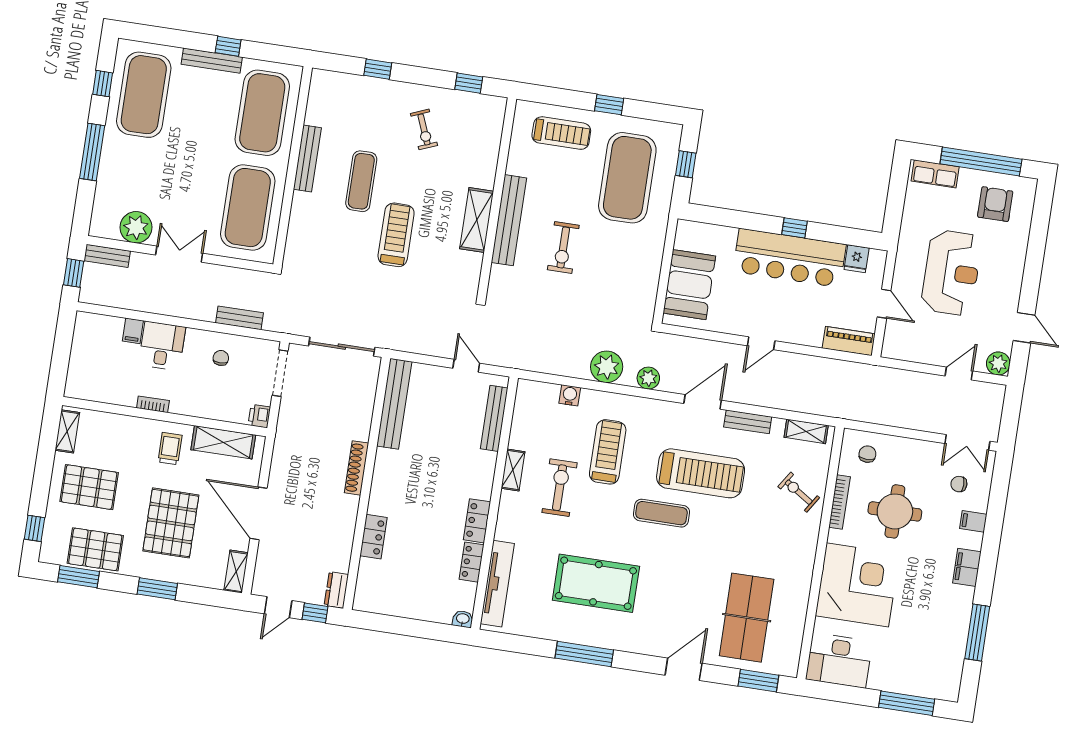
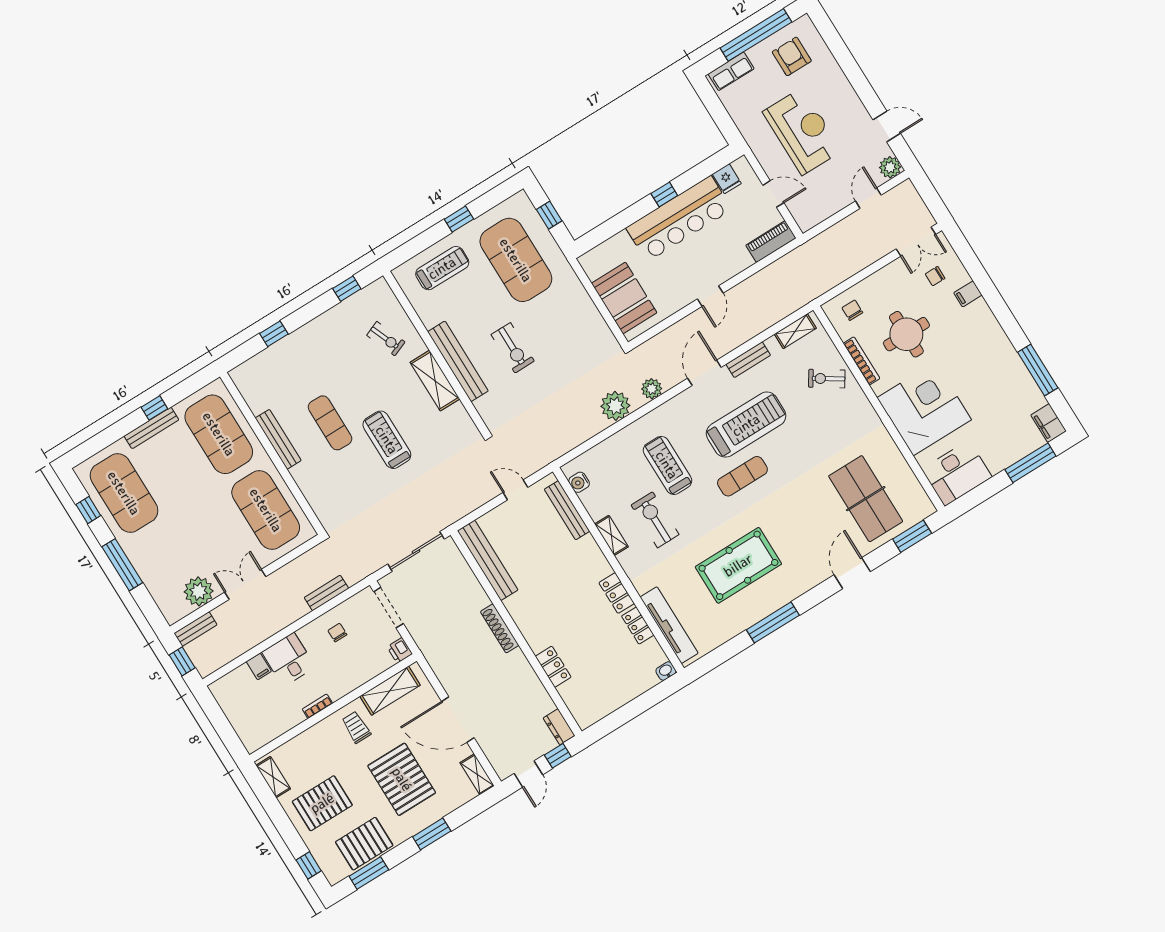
exercise bike: (424, 129) -> (386, 339), moved
water cooler: (570, 395) -> (579, 482), moved, turned -90
filing cabinet: (967, 567) -> (1049, 423), moved

